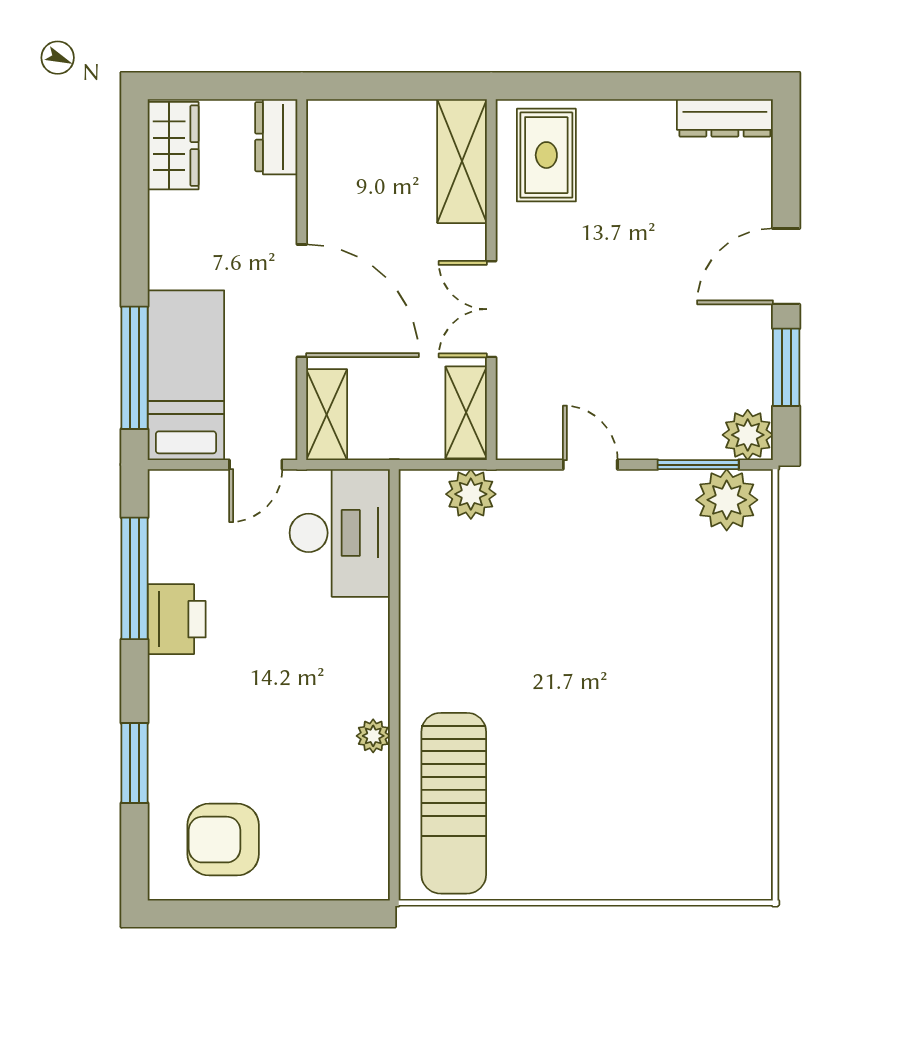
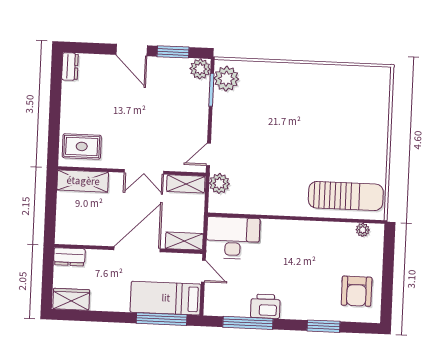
dresser: (725, 118) -> (70, 67), width x0.70
door: (590, 465) -> (209, 154), moved
plant: (373, 736) -> (363, 230), moved

